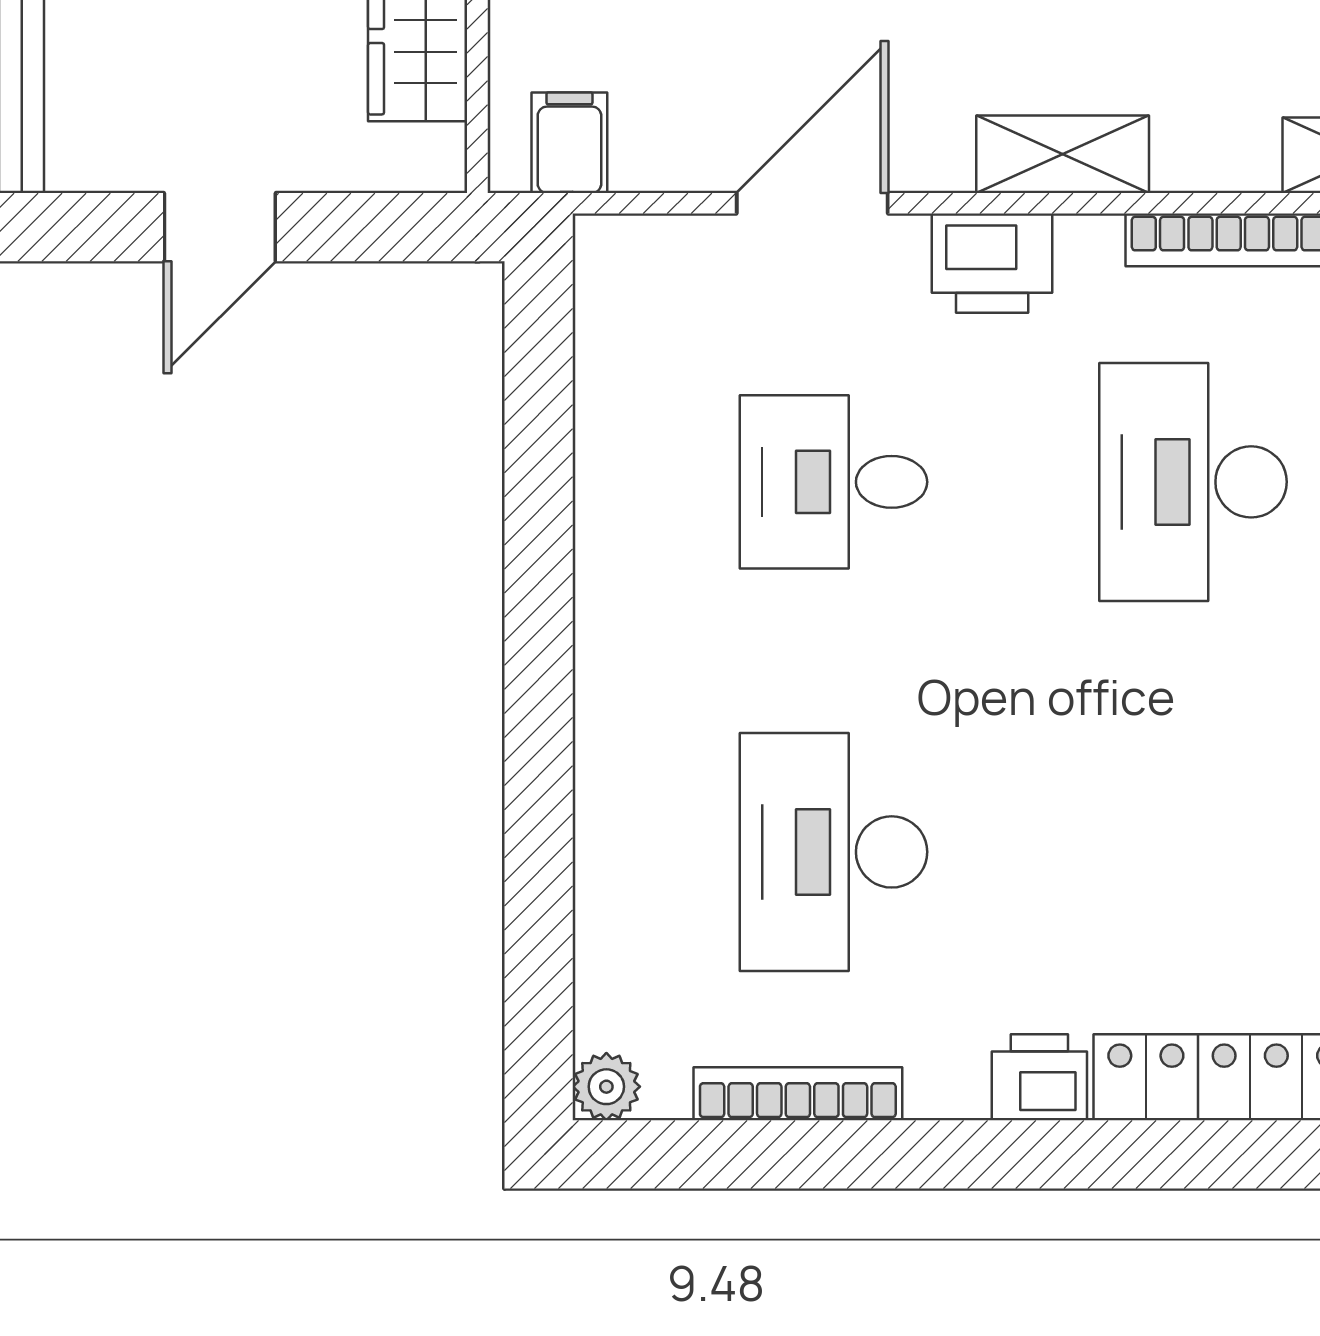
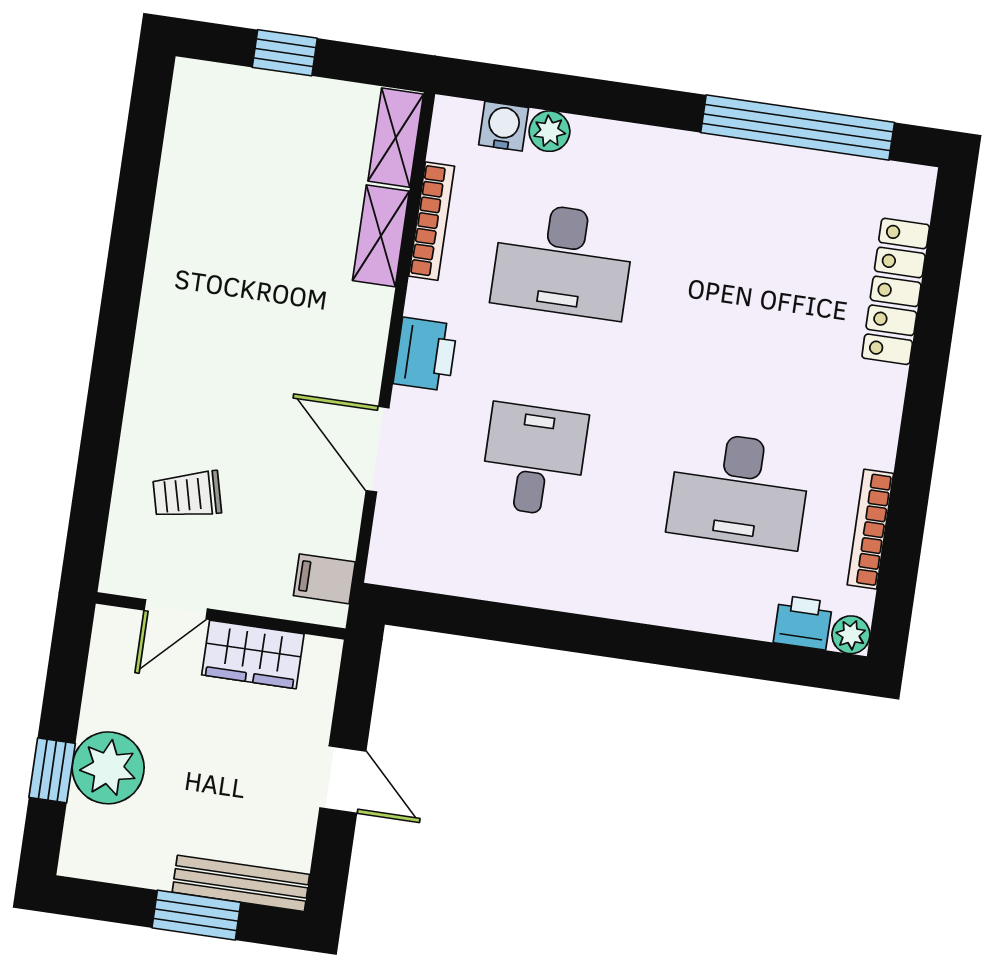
shelving: (1063, 154) -> (381, 236), moved
desk: (834, 482) -> (534, 460), turned 180
printer: (1039, 1077) -> (803, 622), moved, turned 90

